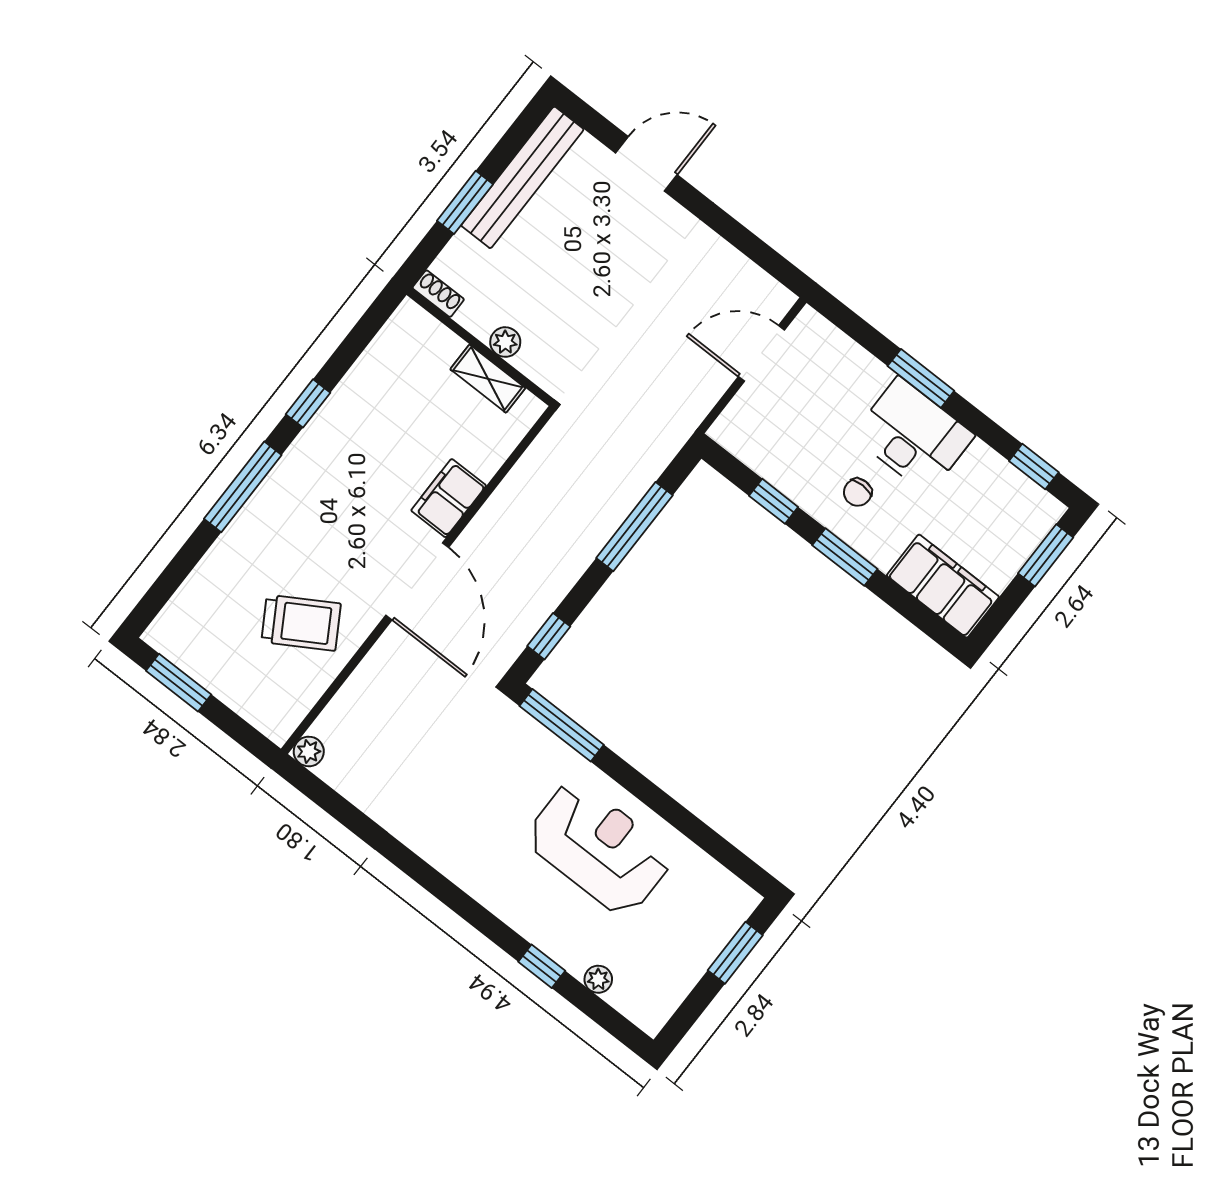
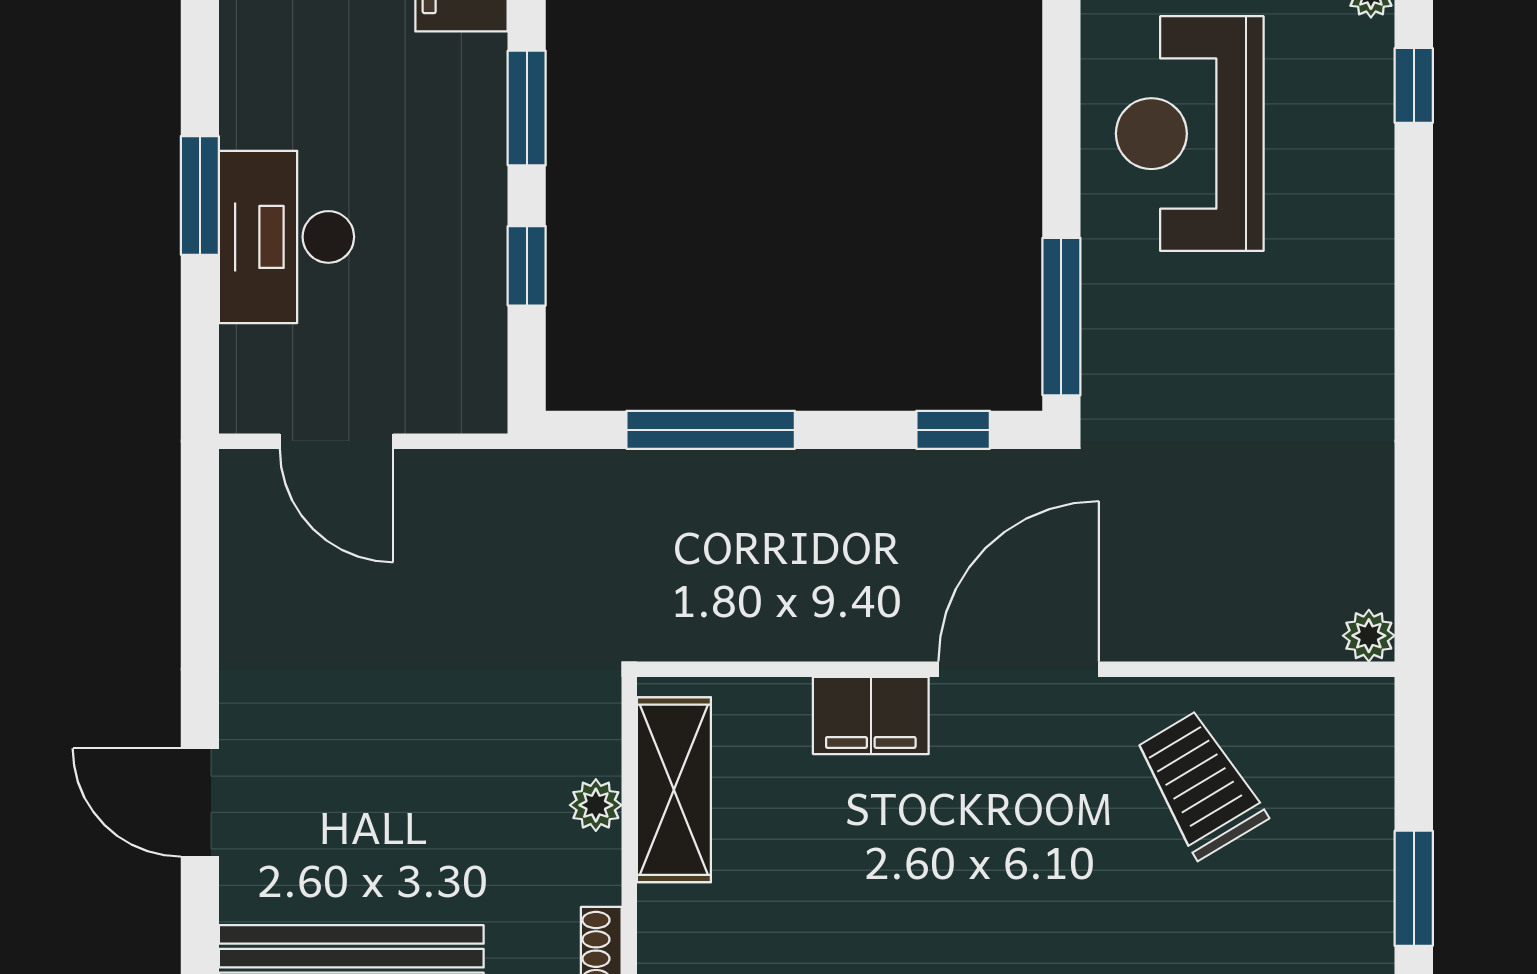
shelving: (488, 379) -> (674, 790), width x1.50, depth x1.33
desk: (913, 435) -> (286, 237), moved
chair: (858, 492) -> (424, 160), removed

